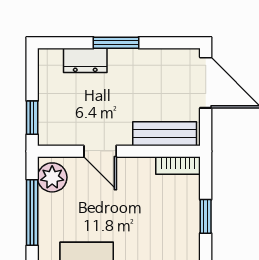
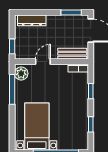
window: (116, 43) -> (71, 12), moved
dresser: (85, 60) -> (32, 20), width x1.44
door: (100, 151) -> (43, 62), swing flipped

